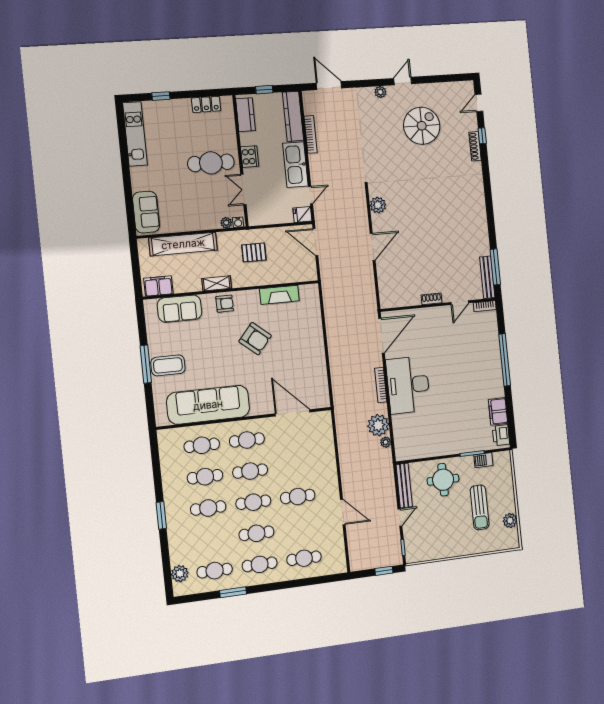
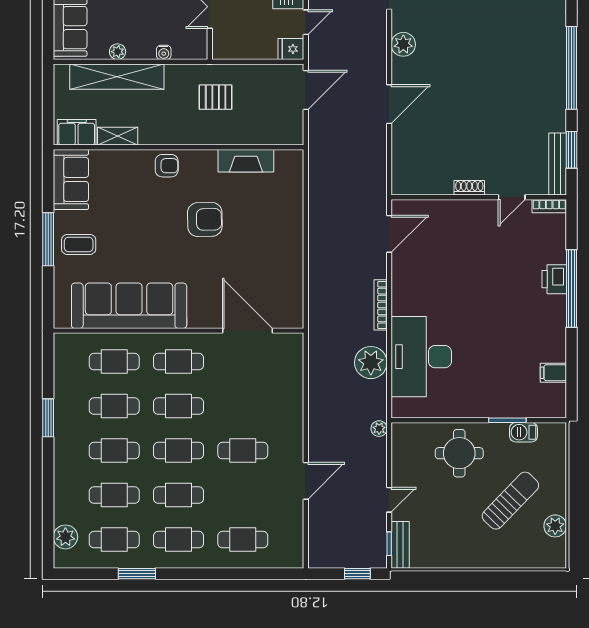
window: (490, 212) -> (572, 68), added
water cooler: (238, 222) -> (164, 52), moved
plant: (226, 223) -> (118, 52), moved
door: (315, 242) -> (306, 90), swing flipped
window: (495, 267) -> (572, 150), width x0.69
shelving: (217, 283) -> (118, 136), moved
sofa: (180, 309) -> (71, 179), moved, turned -90
door: (382, 336) -> (389, 234), width x0.73
armchair: (255, 339) -> (205, 219), turned -41
coffee table: (168, 365) -> (79, 244), width x0.73, depth x0.77
desk: (408, 385) -> (421, 357), moved
filing cabinet: (498, 411) -> (553, 373), width x0.50
printer: (501, 435) -> (554, 279), moved
plant: (386, 442) -> (379, 429), moved
bench: (404, 486) -> (400, 545), moved, width x0.73
sun lounger: (480, 507) -> (510, 501), turned -136
door: (343, 512) -> (306, 481), hinge flipped
window: (161, 515) -> (48, 418), moved
cafe table: (211, 539) -> (114, 495), added

